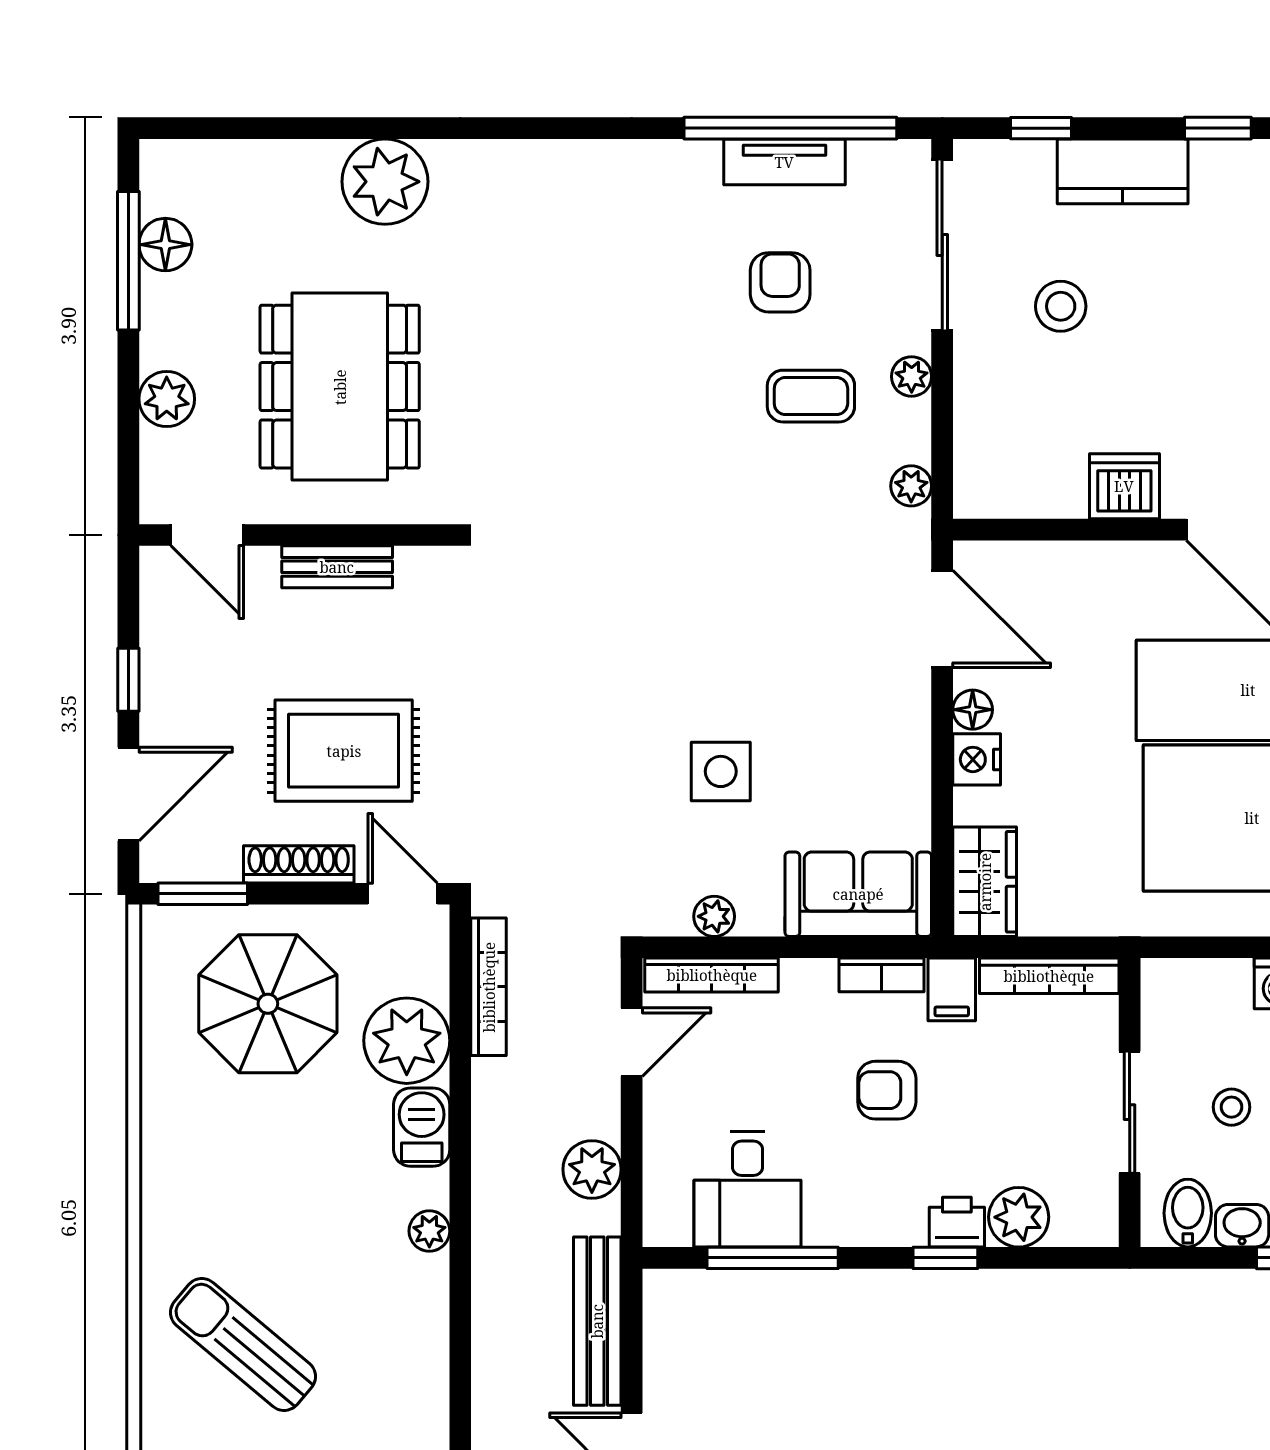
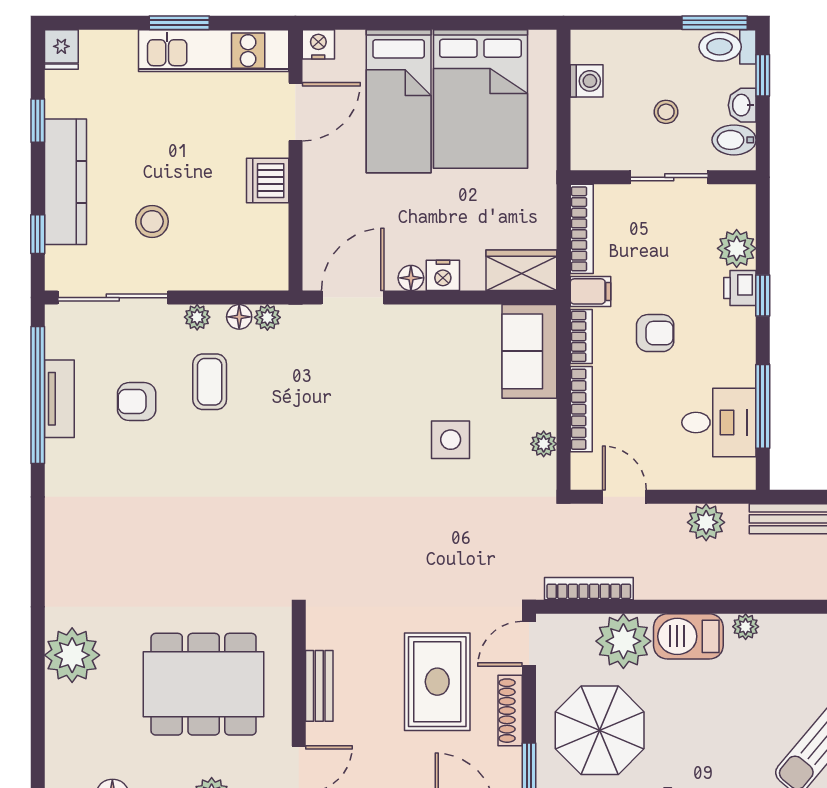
kitchen counter: (1123, 171) -> (65, 182), width x1.50
floor lamp: (912, 442) -> (239, 317), added
bookcase: (712, 975) -> (581, 409), moved
armchair: (887, 1090) -> (655, 333), turned -90
barbecue: (422, 1127) -> (688, 636), width x1.38, depth x1.27

